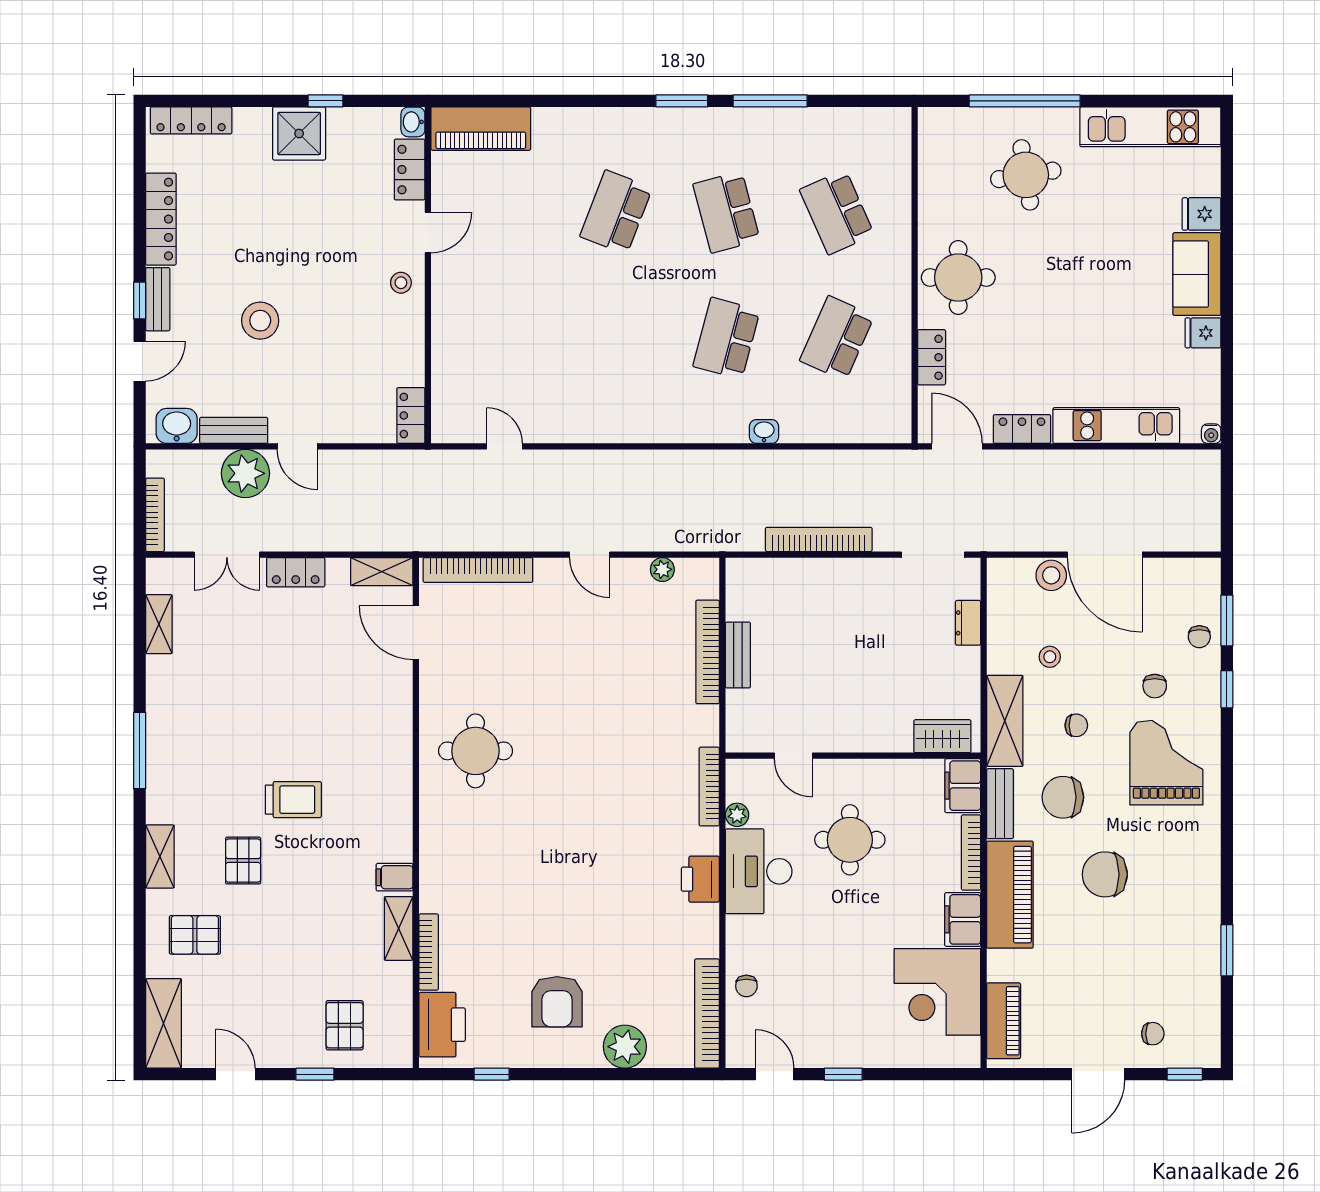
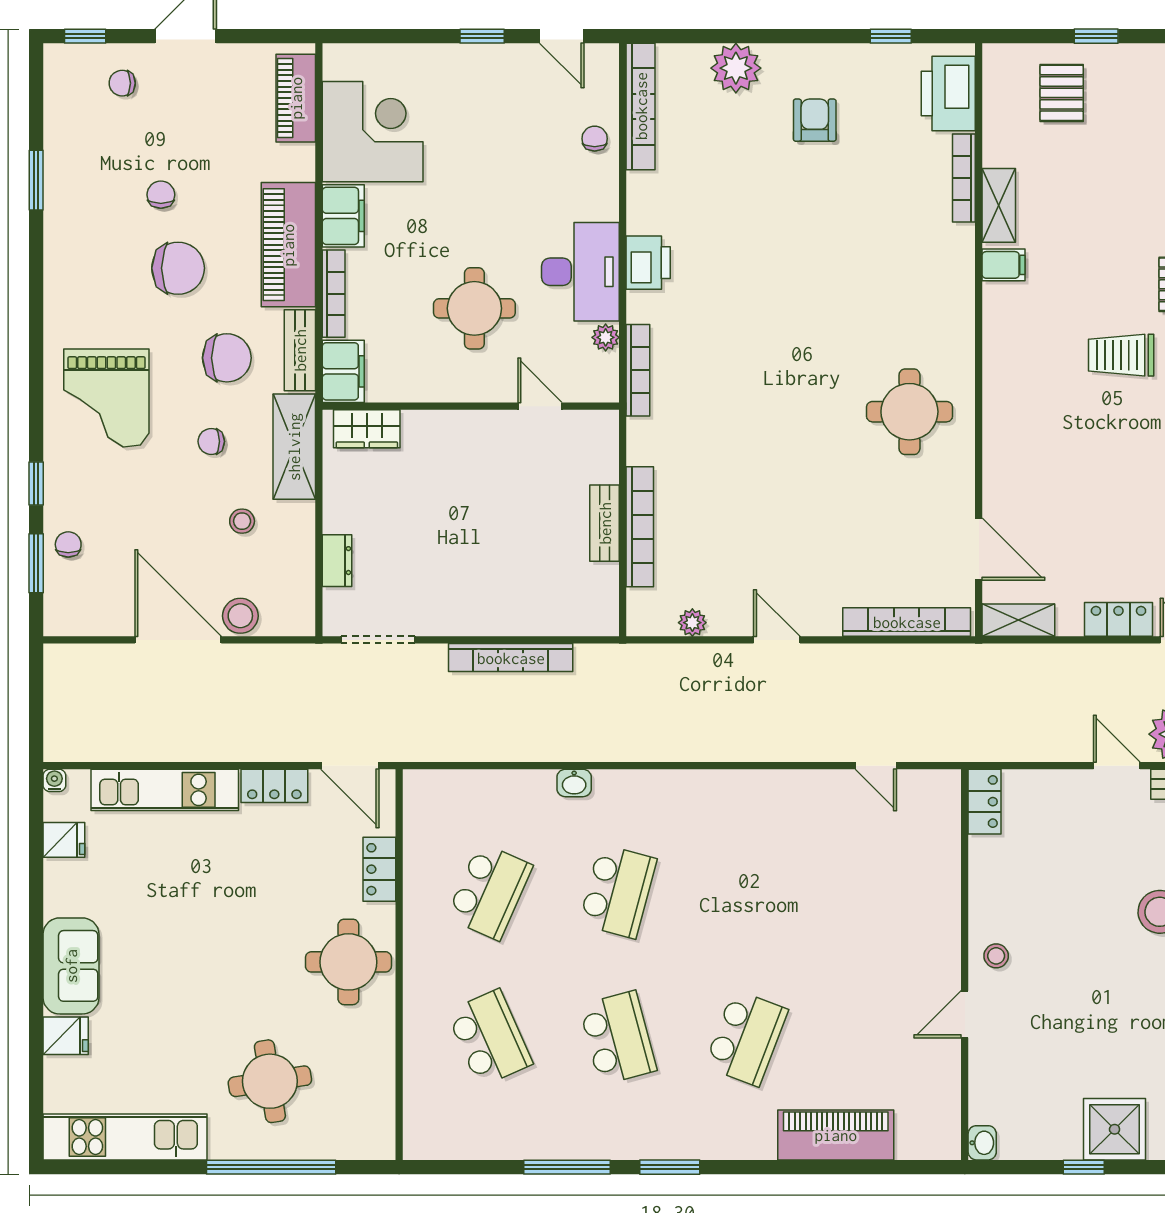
piano: (481, 129) -> (836, 1135), moved
locker: (410, 170) -> (986, 1087), removed
fridge: (1203, 333) -> (64, 840), moved
chair: (1155, 686) -> (161, 195), moved
armchair: (557, 1002) -> (815, 120), width x0.72, depth x0.72

